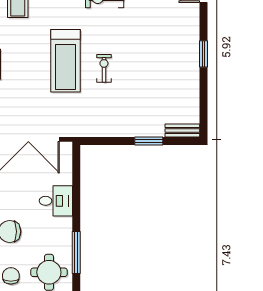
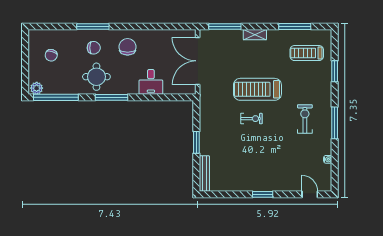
bench: (182, 130) -> (204, 174), width x1.36
window: (149, 141) -> (196, 142), moved

